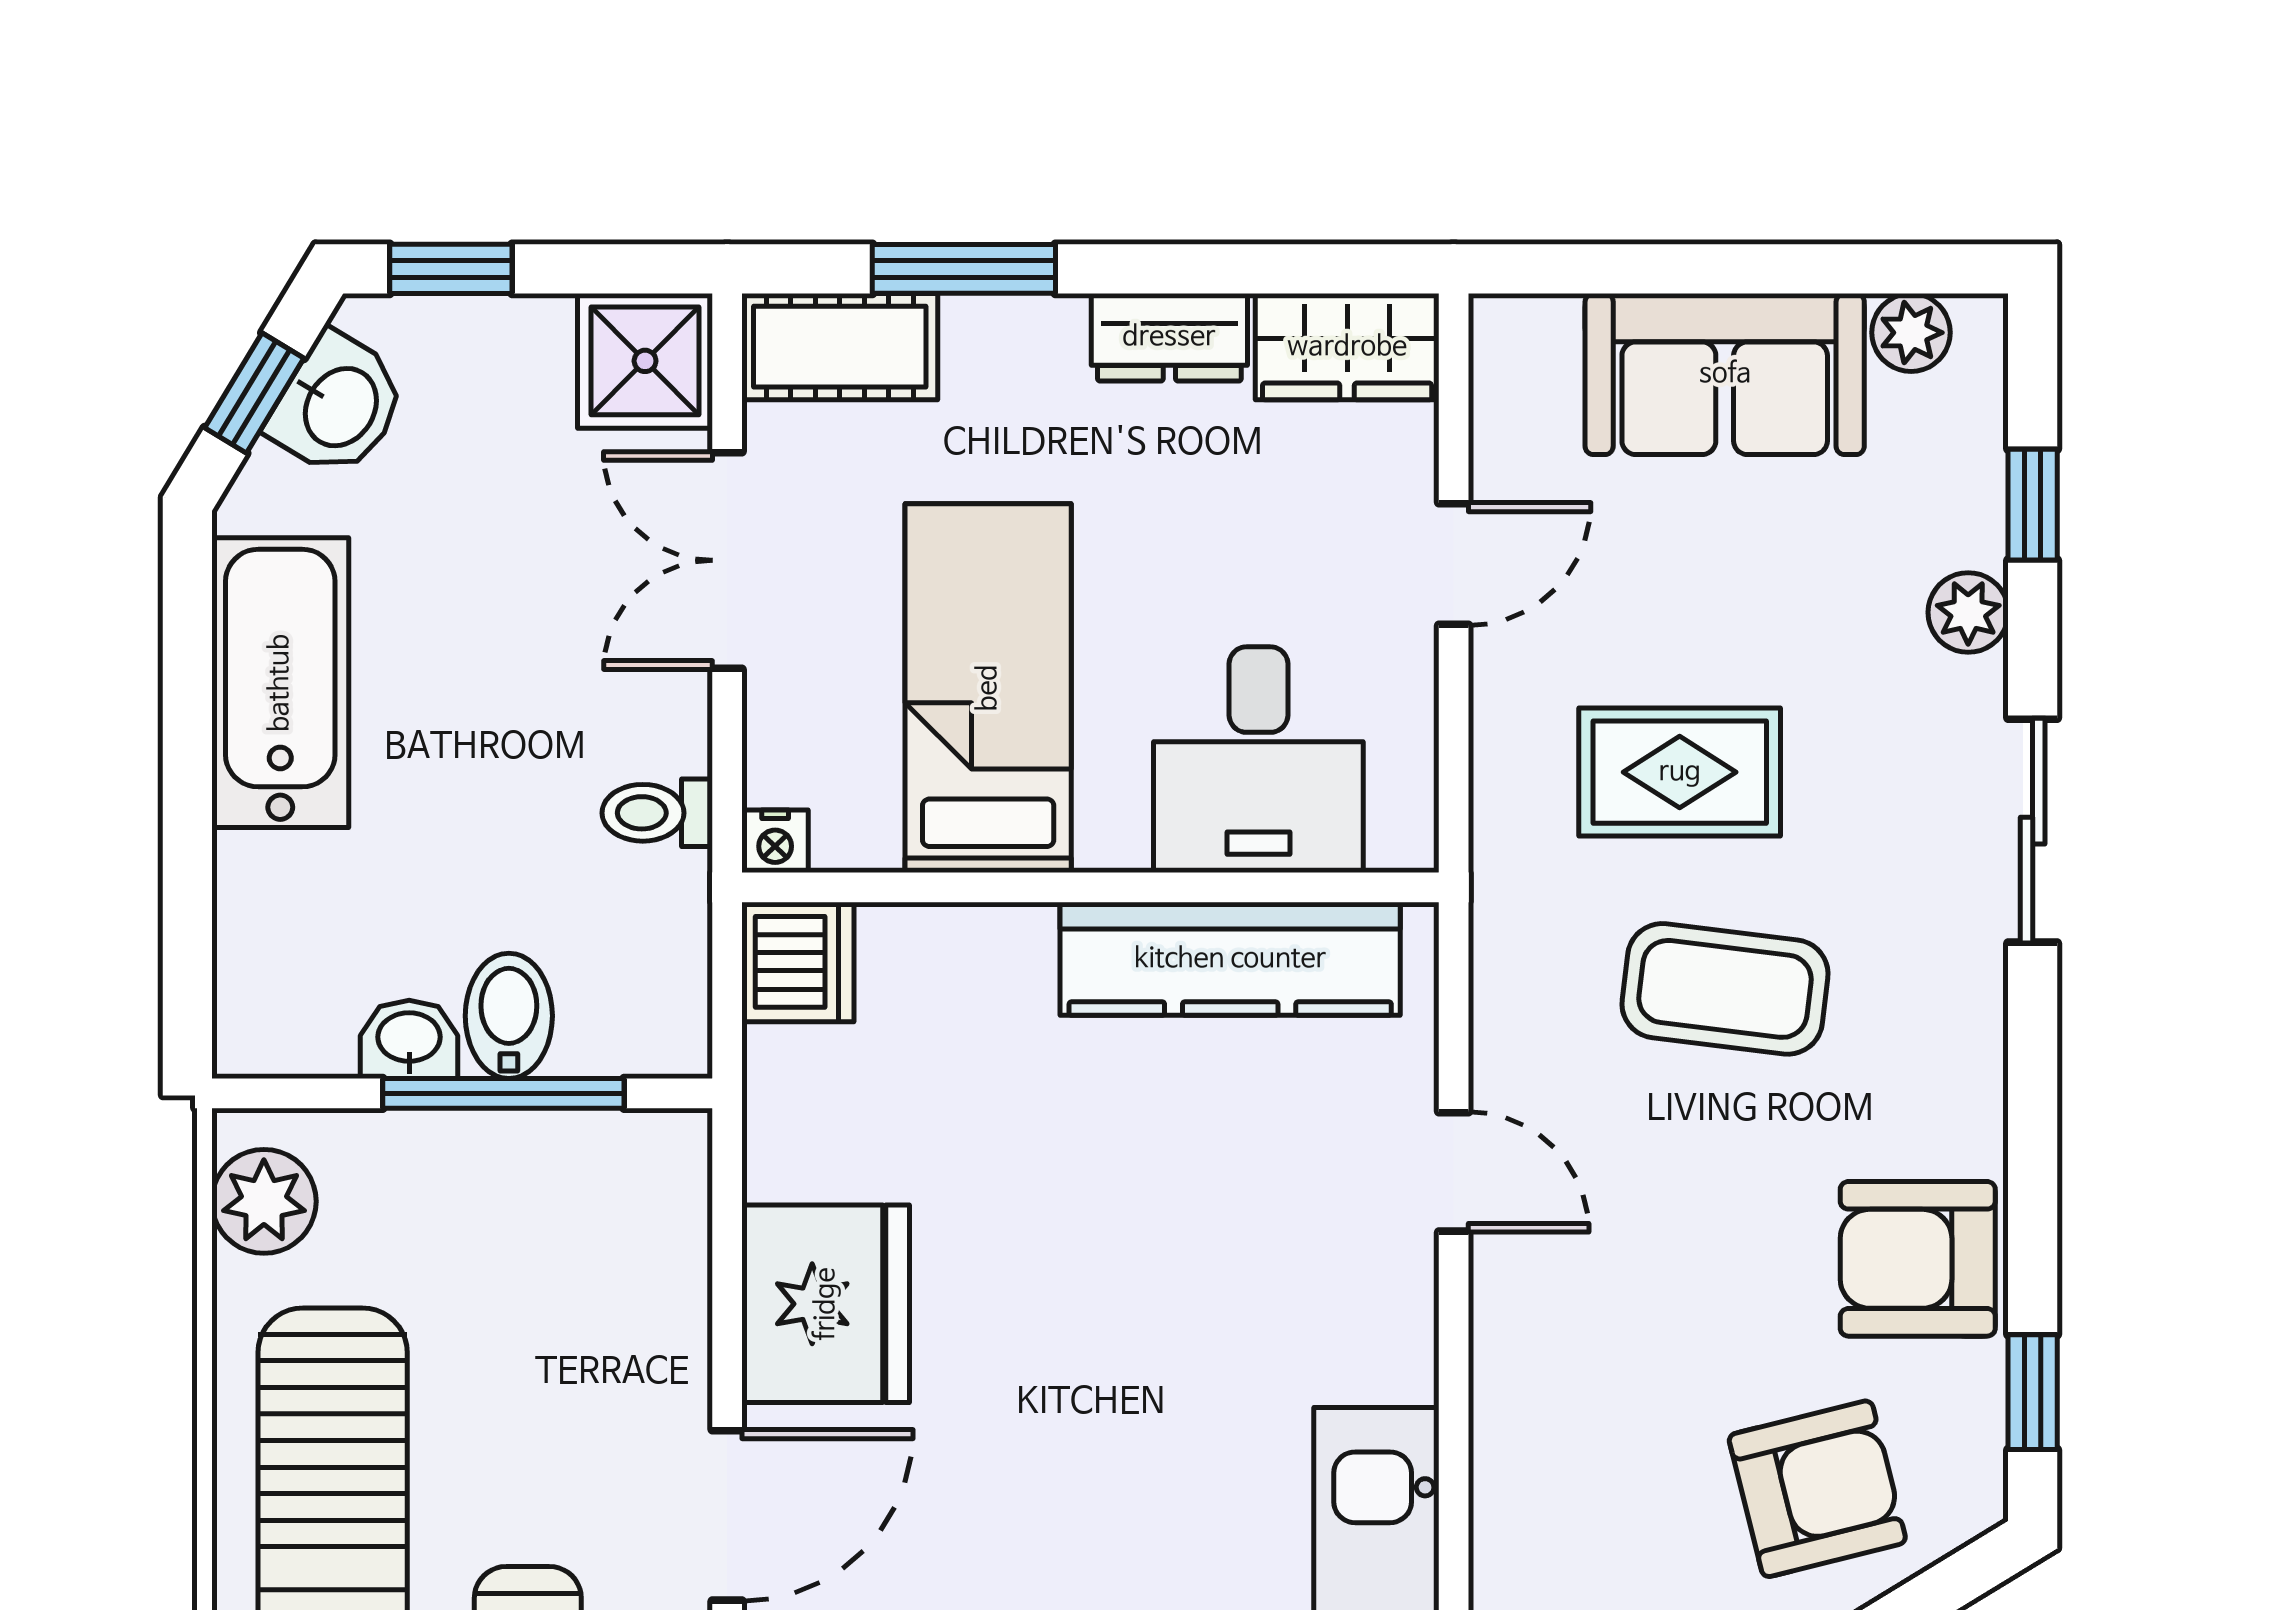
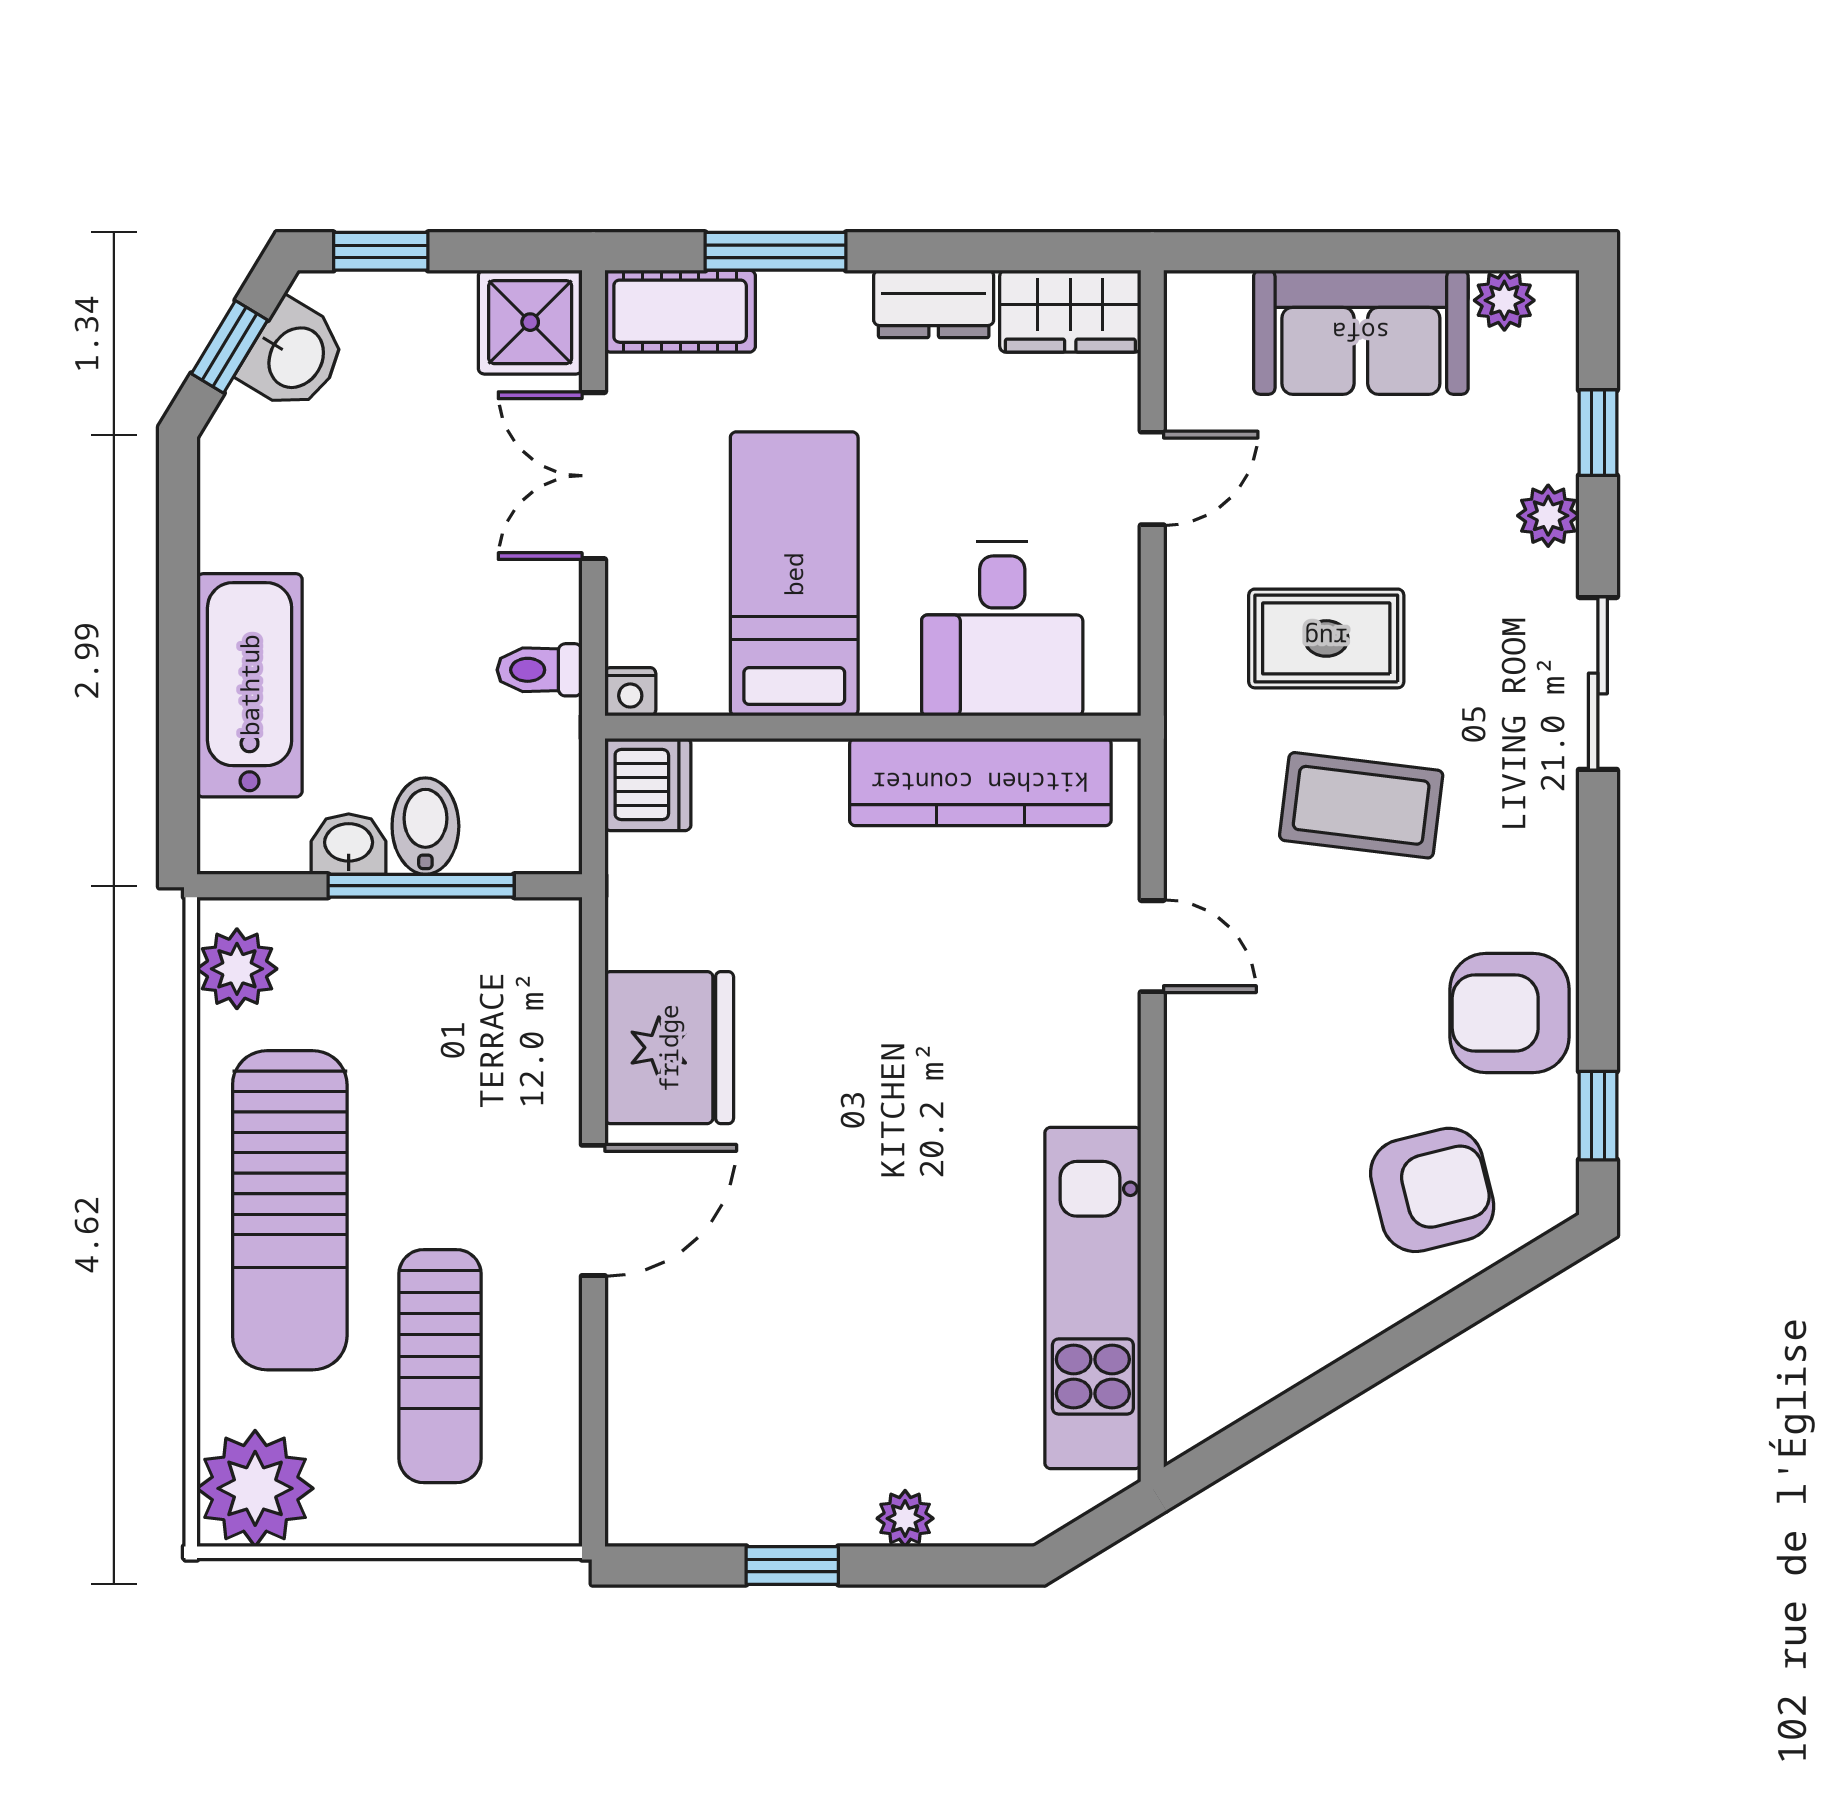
bathtub: (280, 683) -> (250, 685), moved

